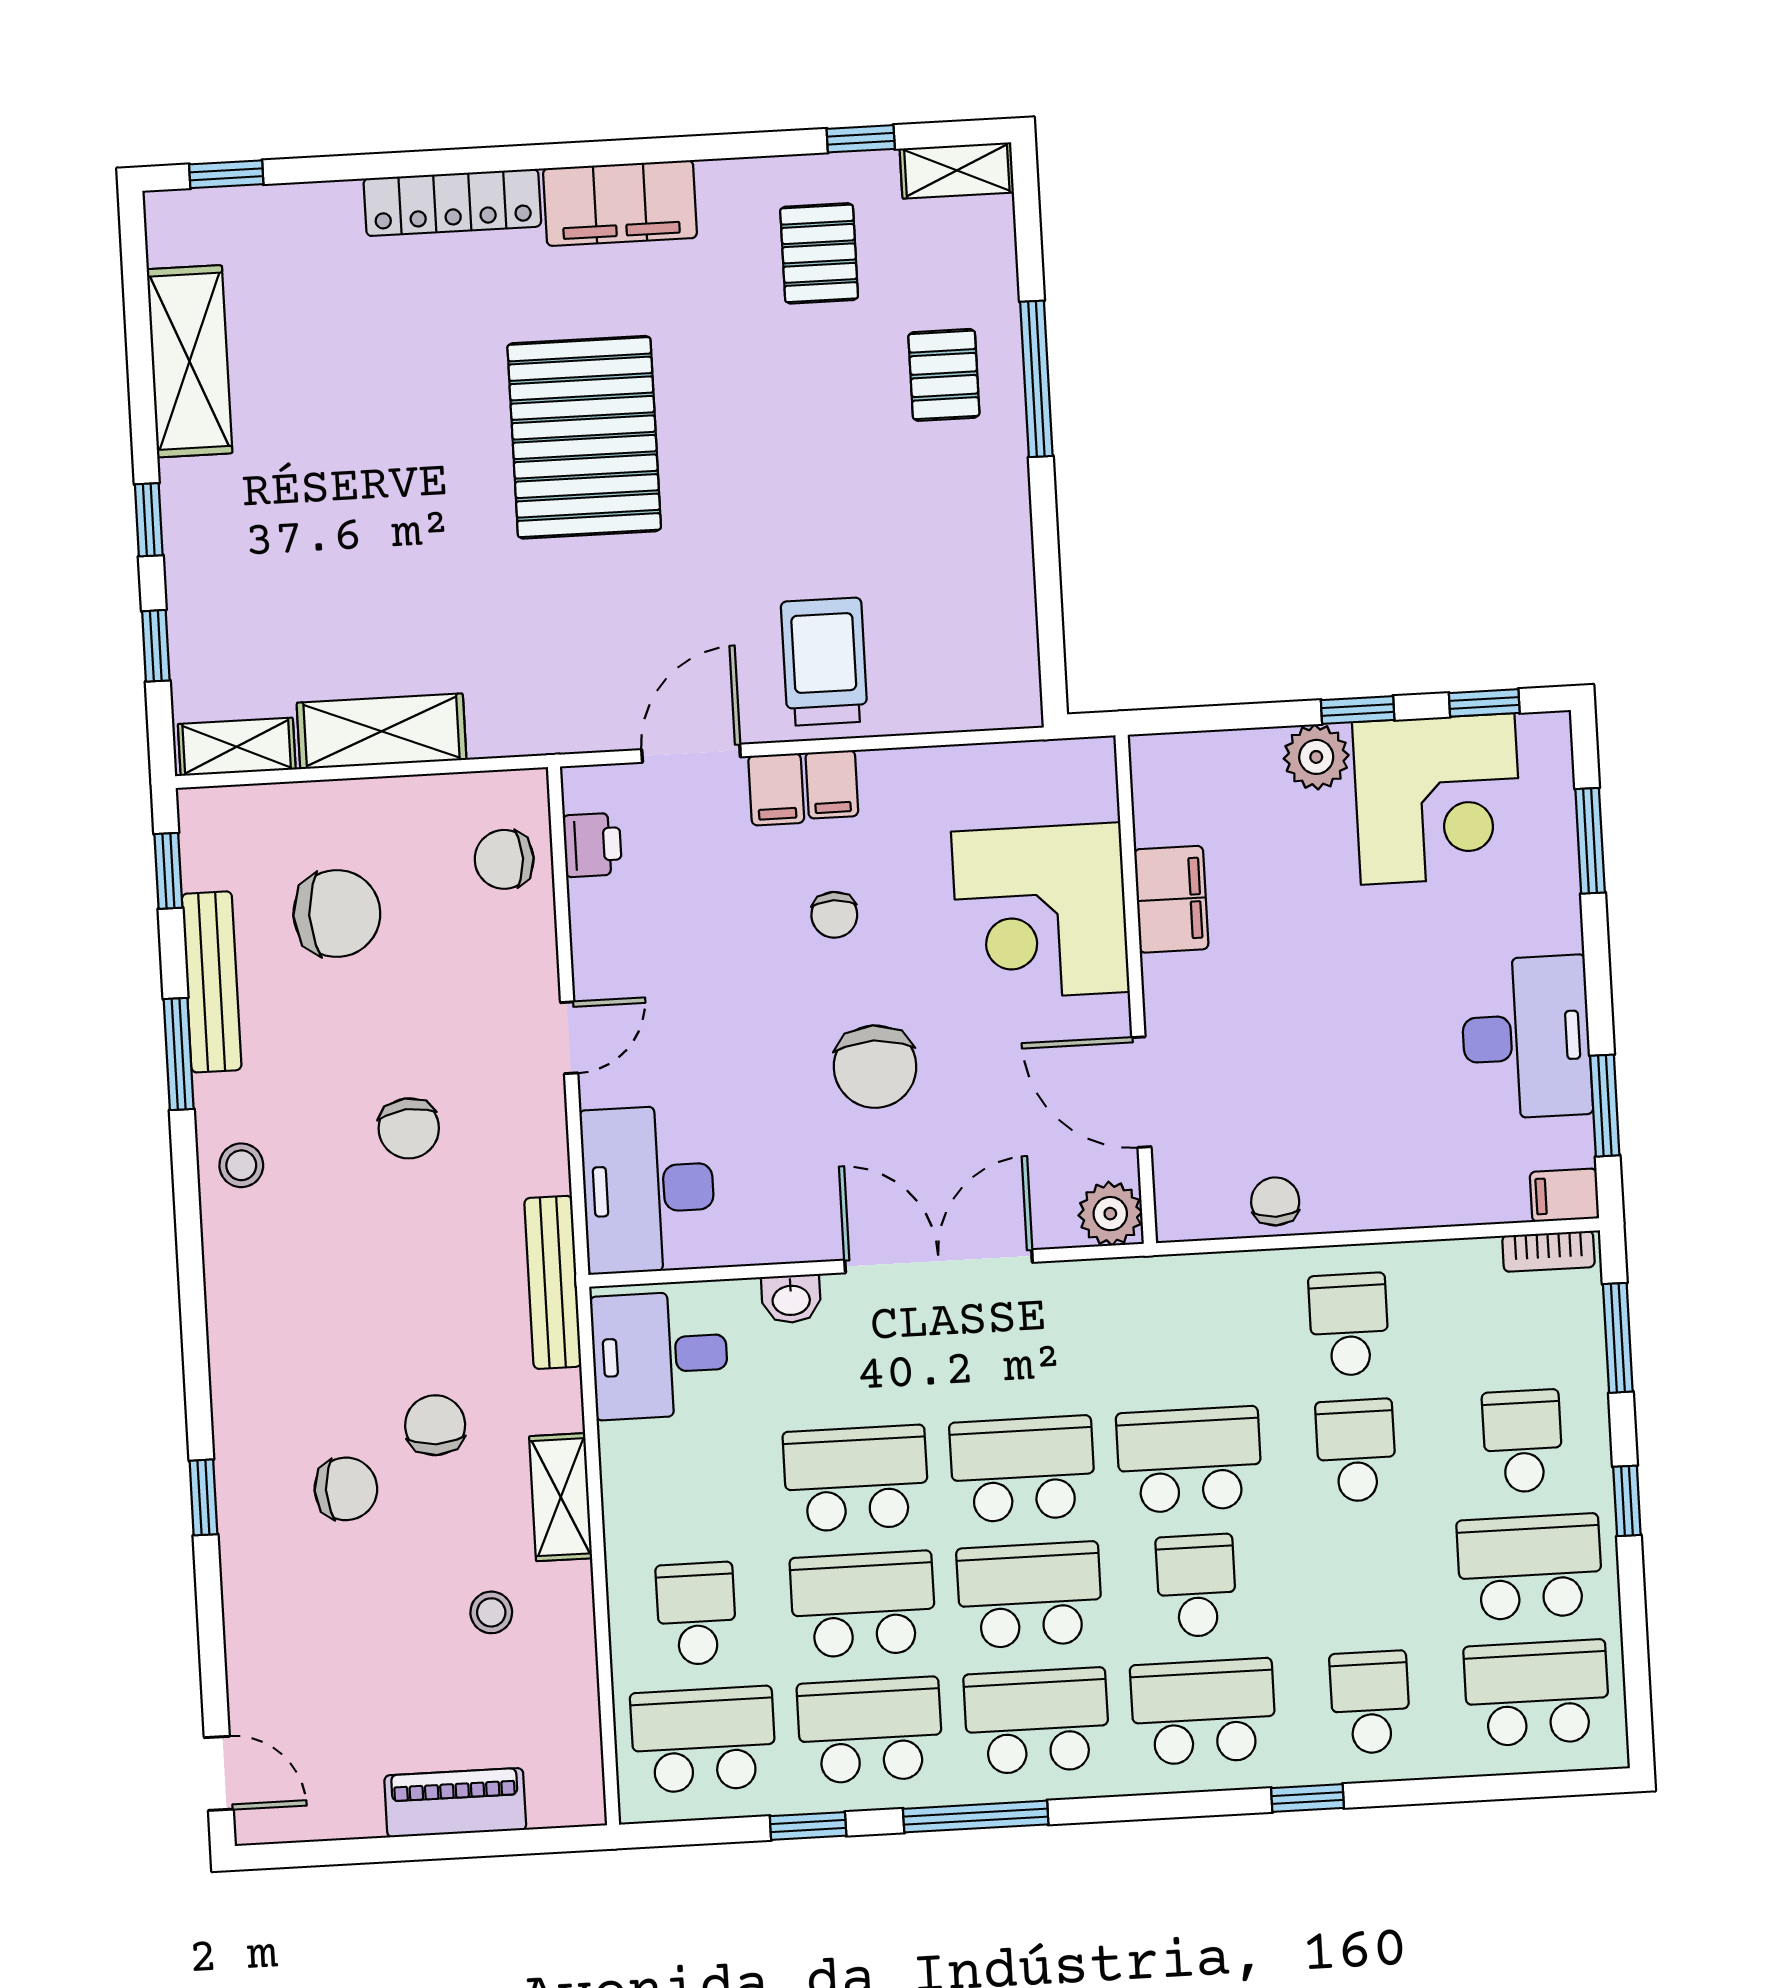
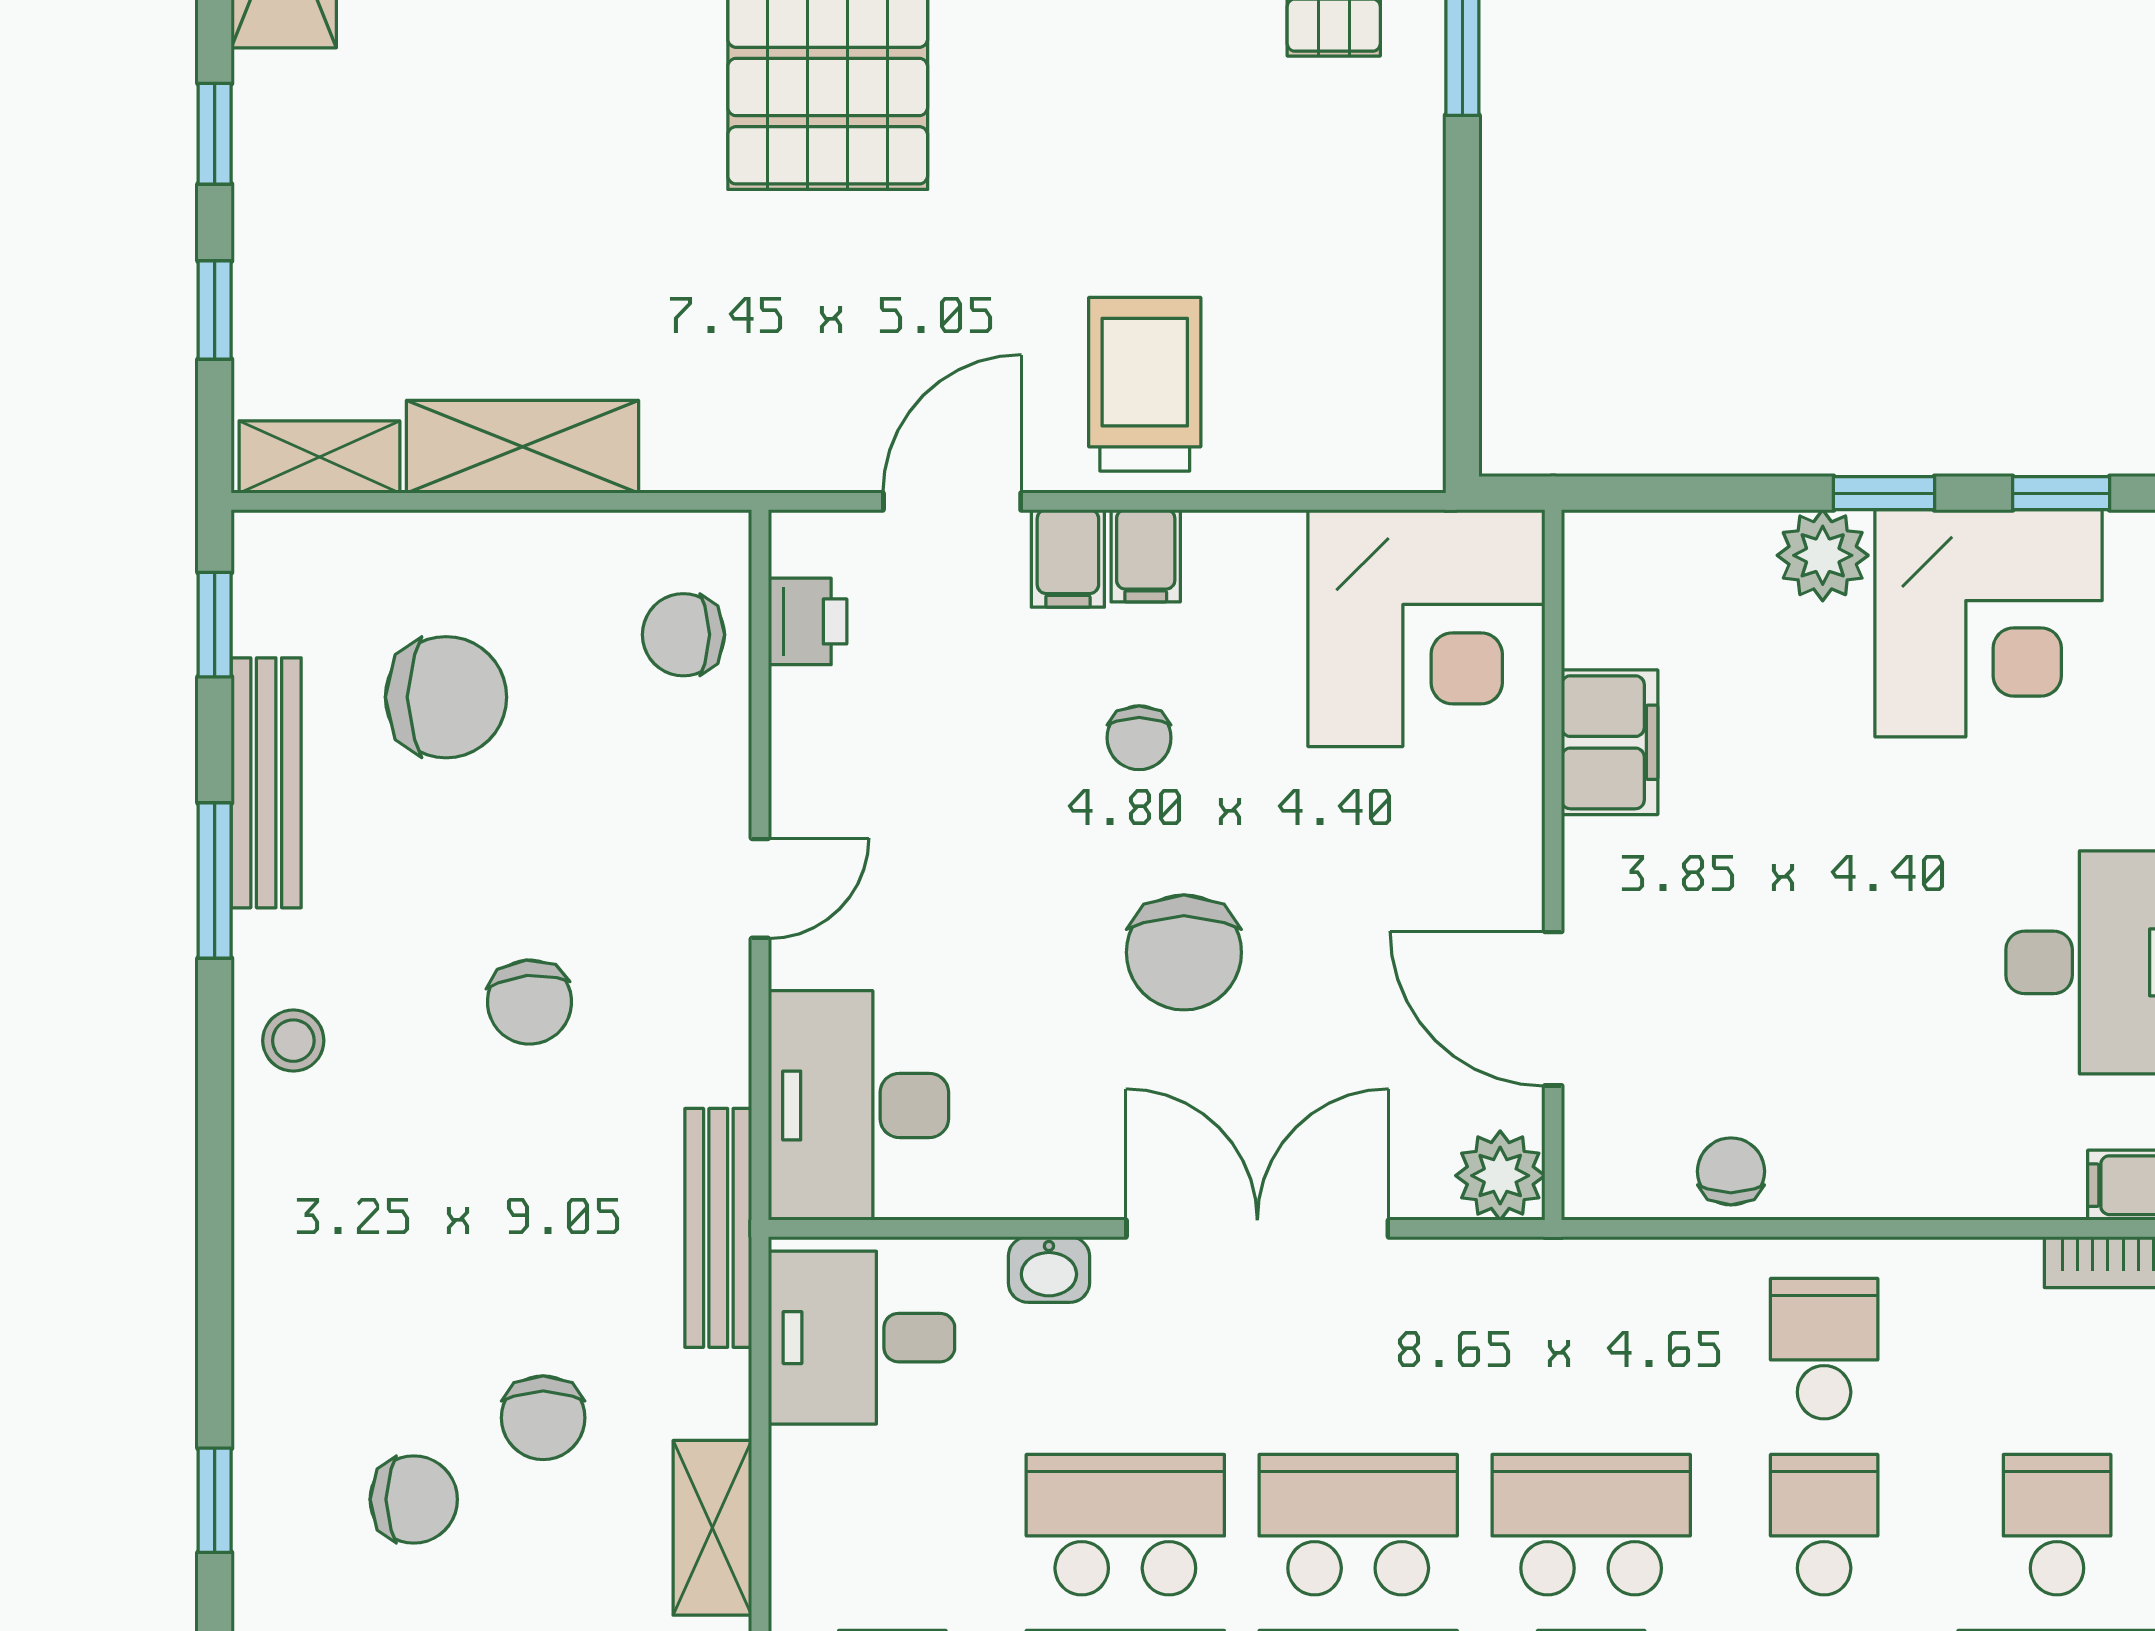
corner desk: (1040, 912) -> (1426, 628), moved, turned -90
chair: (435, 1425) -> (543, 1418), turned 180

